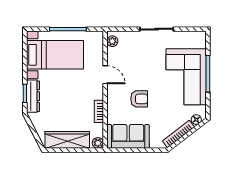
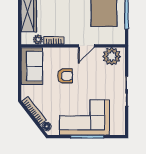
plant: (112, 41) -> (112, 56), width x1.87, depth x1.87
armchair: (139, 99) -> (65, 76), turned -90
plant: (98, 143) -> (38, 39), moved

